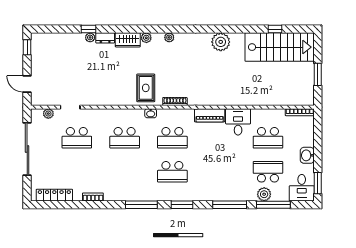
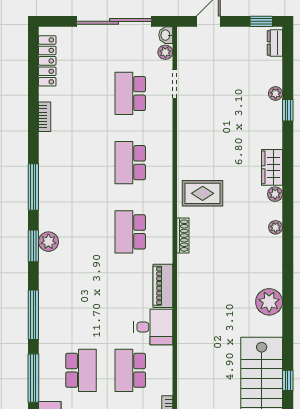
plant: (90, 37) -> (276, 94), moved
dresser: (105, 38) -> (275, 43), moved
washbasin: (151, 113) -> (166, 35), moved
school desk: (172, 172) -> (81, 232), removed
plant: (264, 194) -> (48, 242), moved

